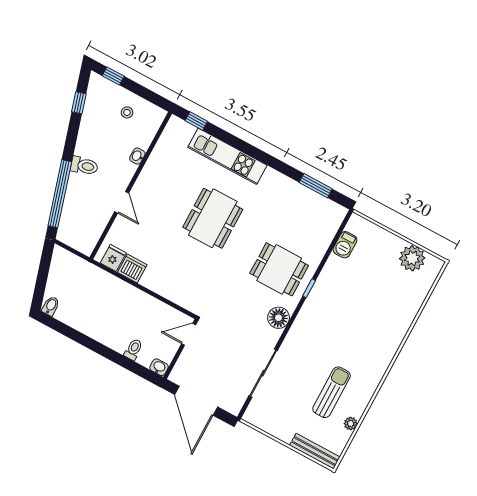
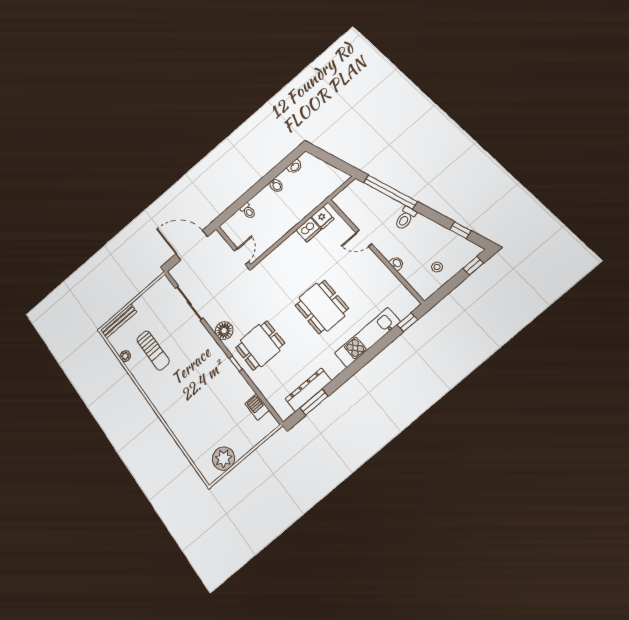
dresser: (305, 197) -> (308, 390), added
bidet: (51, 306) -> (276, 185), moved
washbasin: (159, 367) -> (295, 167), moved

